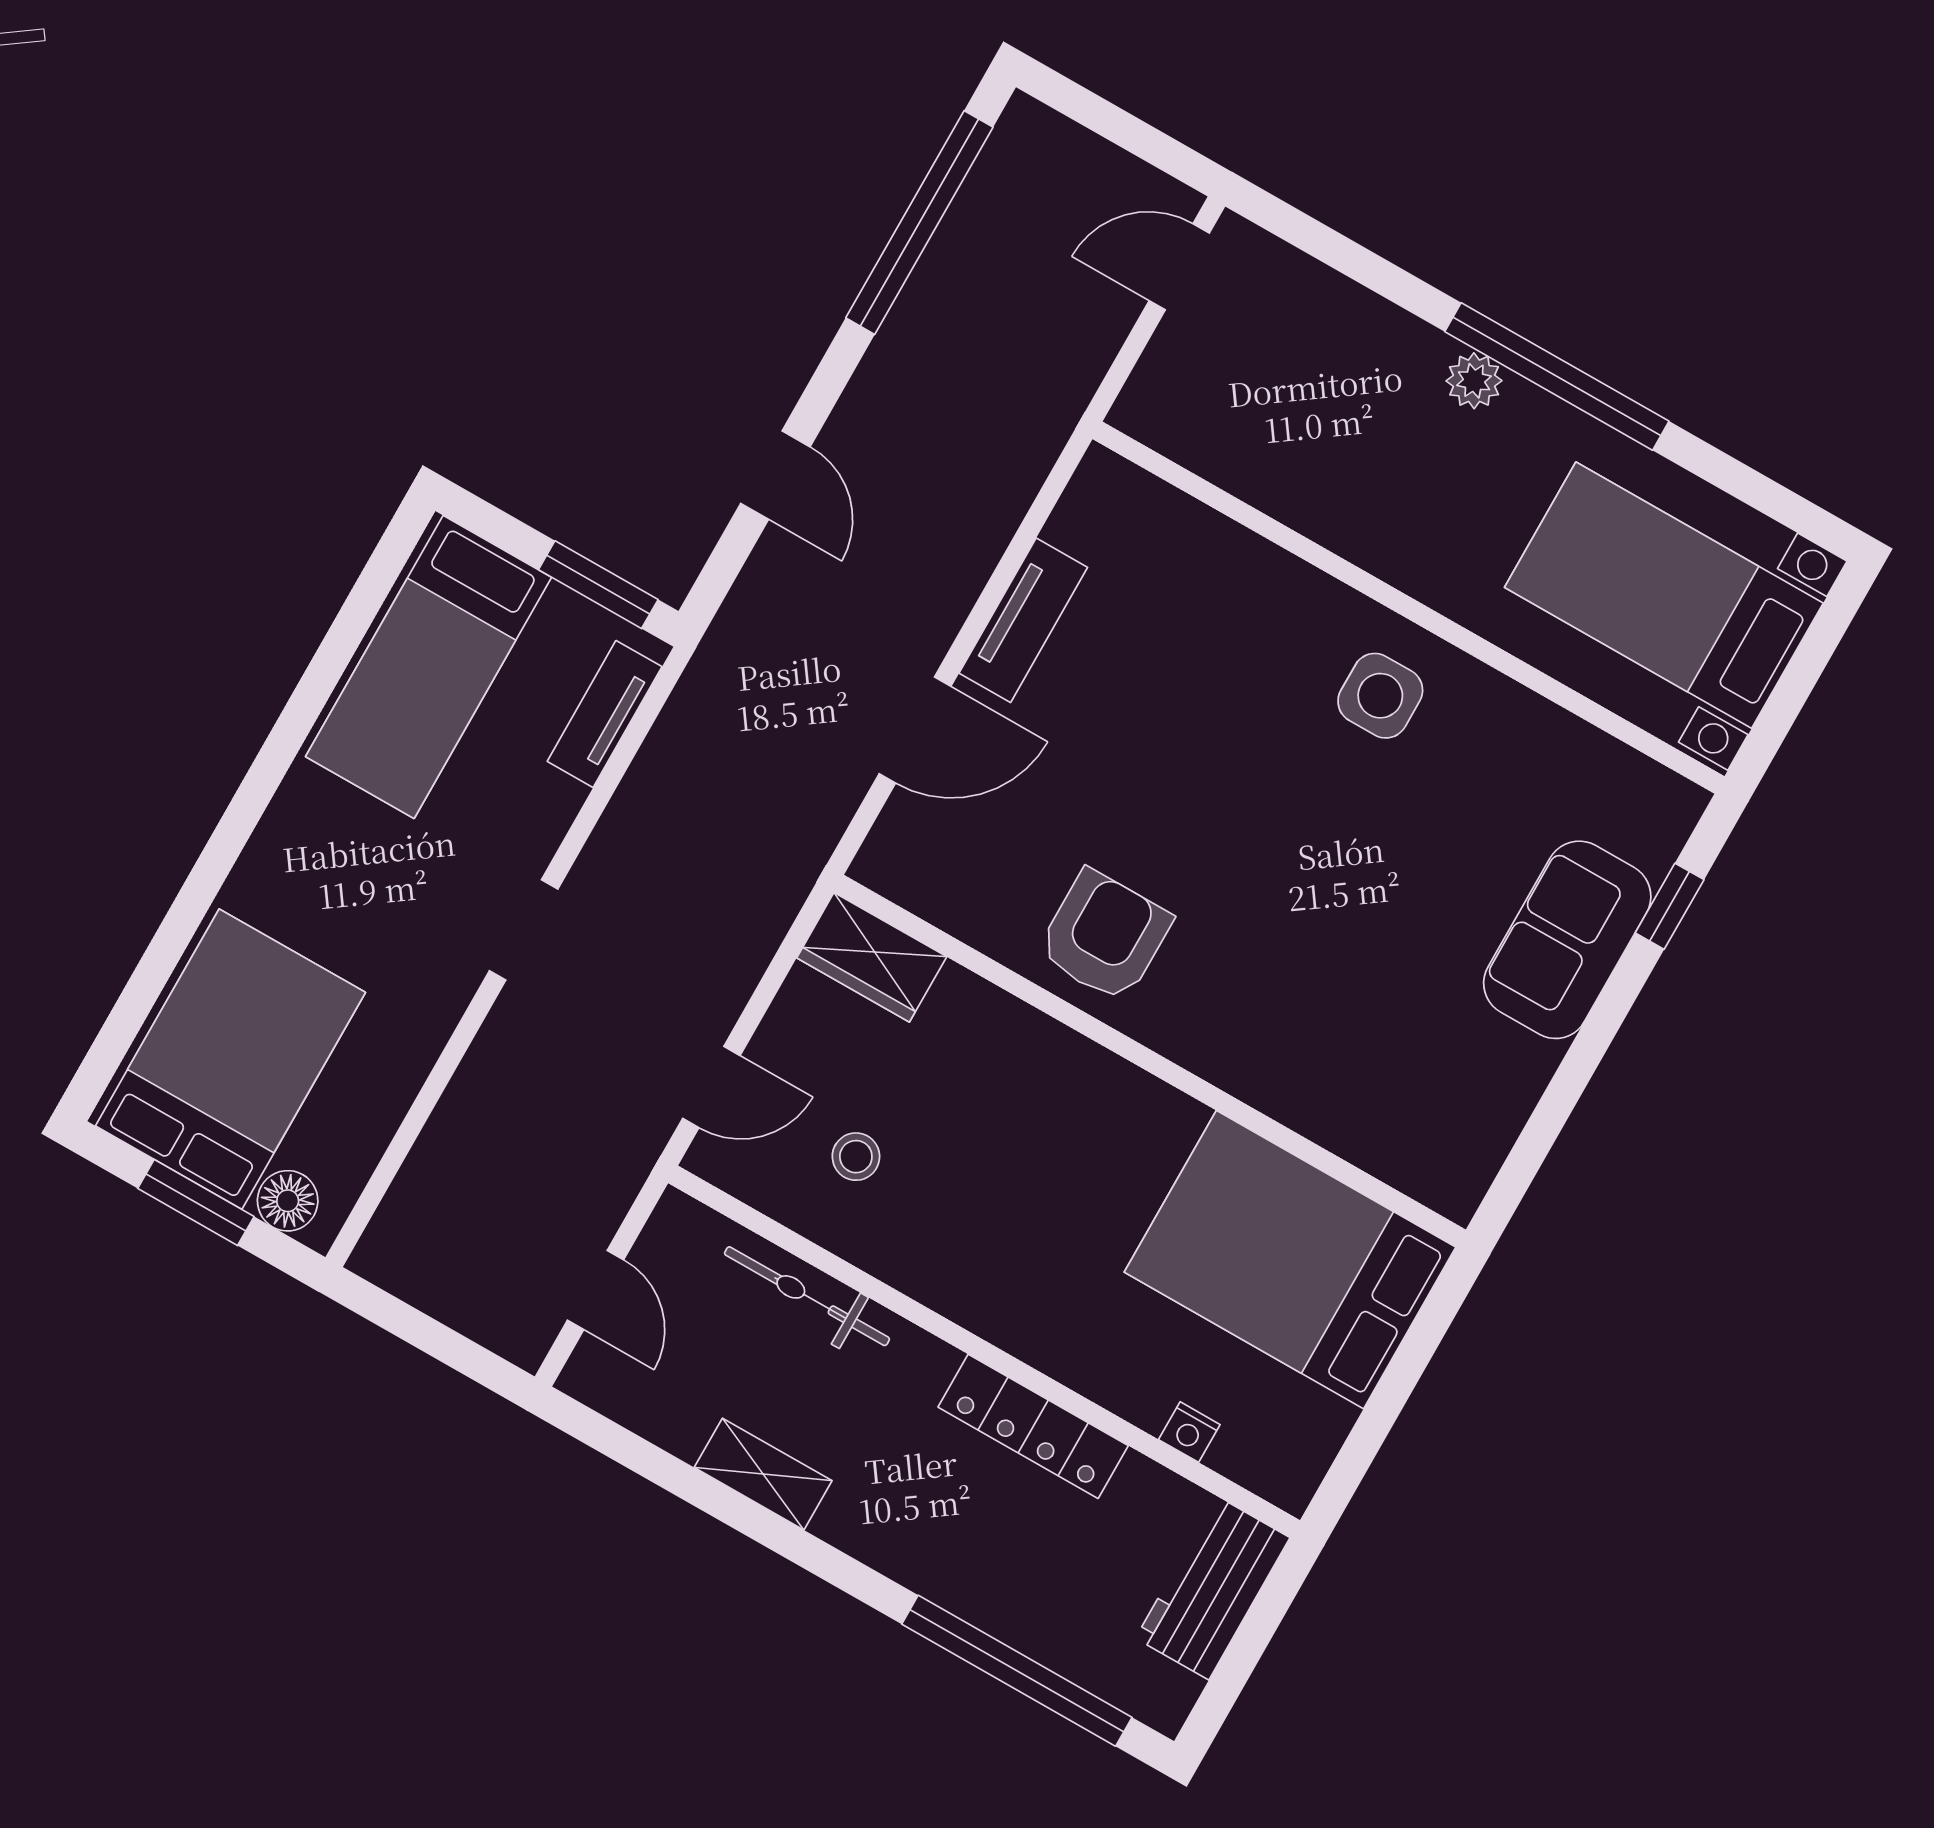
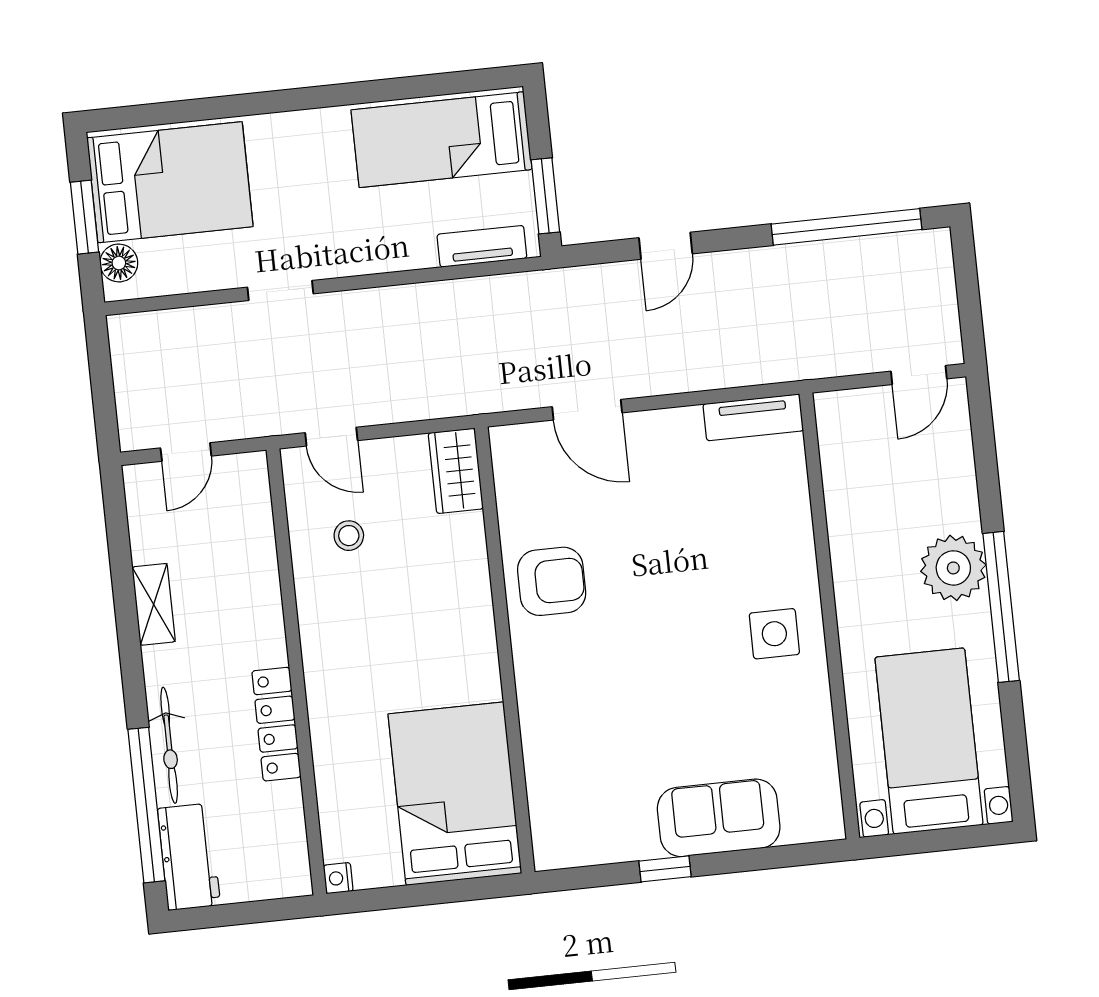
door: (1179, 267) -> (919, 375), swing flipped
plant: (1474, 381) -> (953, 568), width x1.88, depth x1.88
tv unit: (1023, 620) -> (753, 417), moved
window: (1670, 906) -> (665, 869), moved
doorway: (524, 930) -> (280, 291), moved
bicycle: (807, 1296) -> (169, 745), moved, turned 180
nightstand: (1189, 1432) -> (338, 878), moved
workbench: (1213, 1588) -> (189, 857), moved, turned 90

